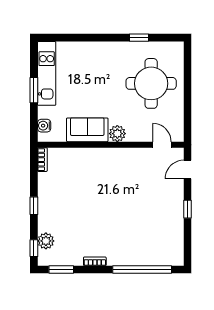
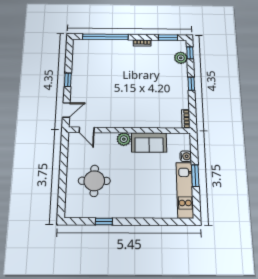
round table: (151, 83) -> (94, 181), width x0.73, depth x0.73
water cooler: (44, 126) -> (186, 156), moved

